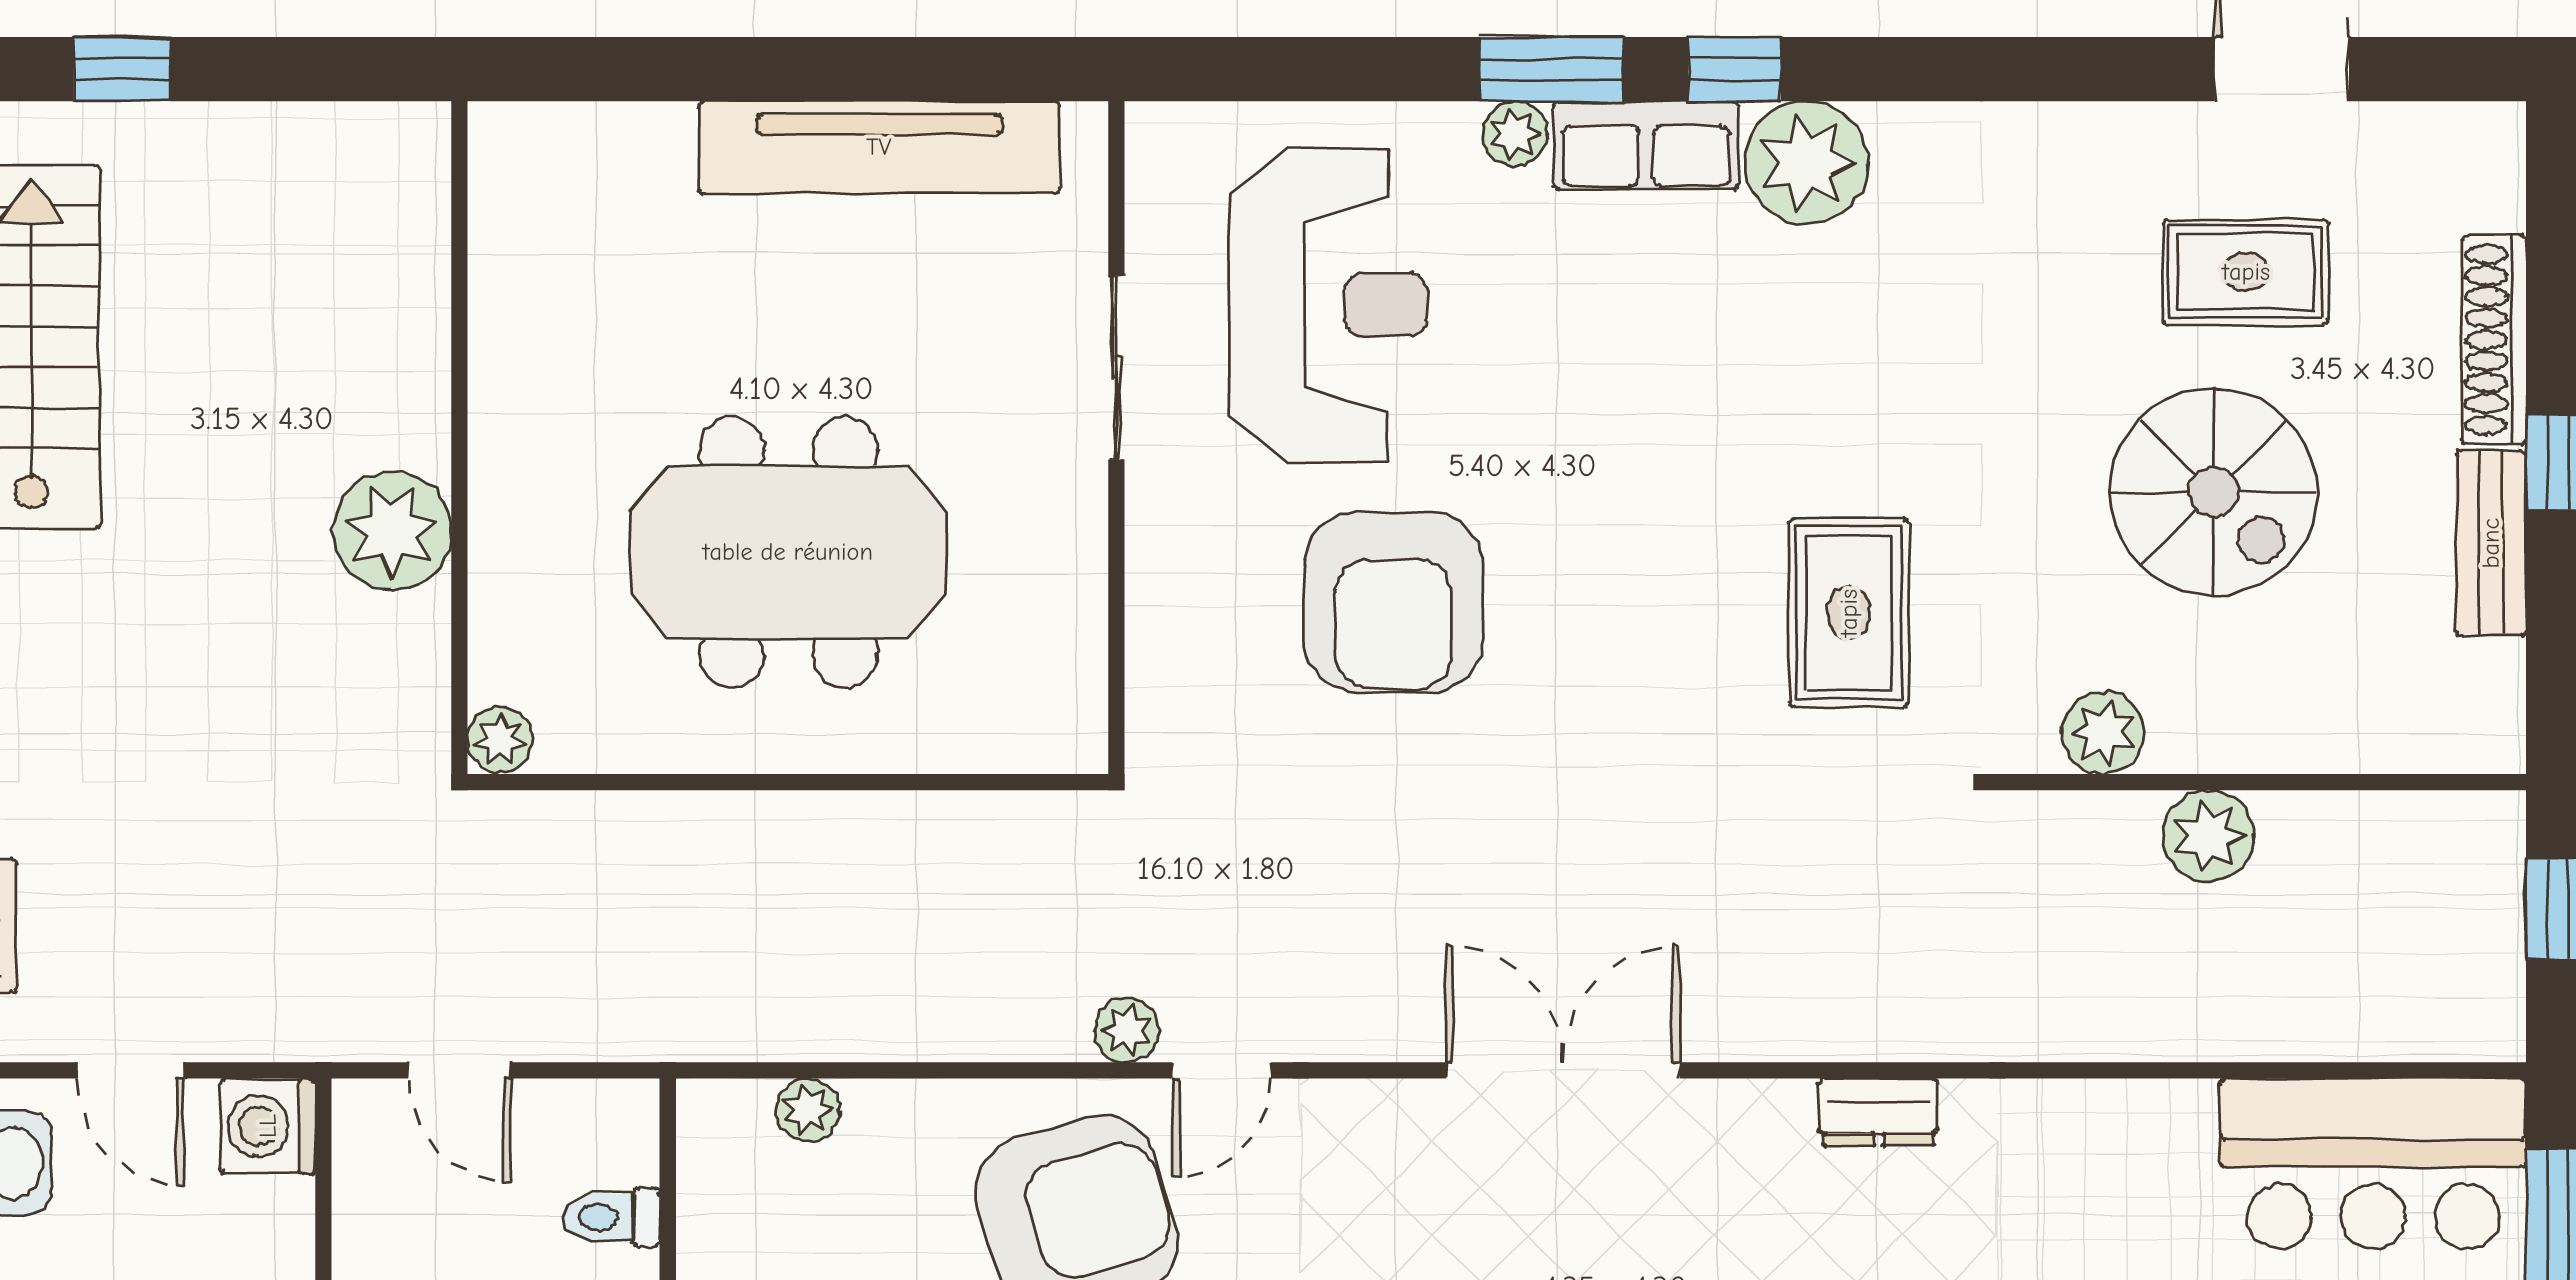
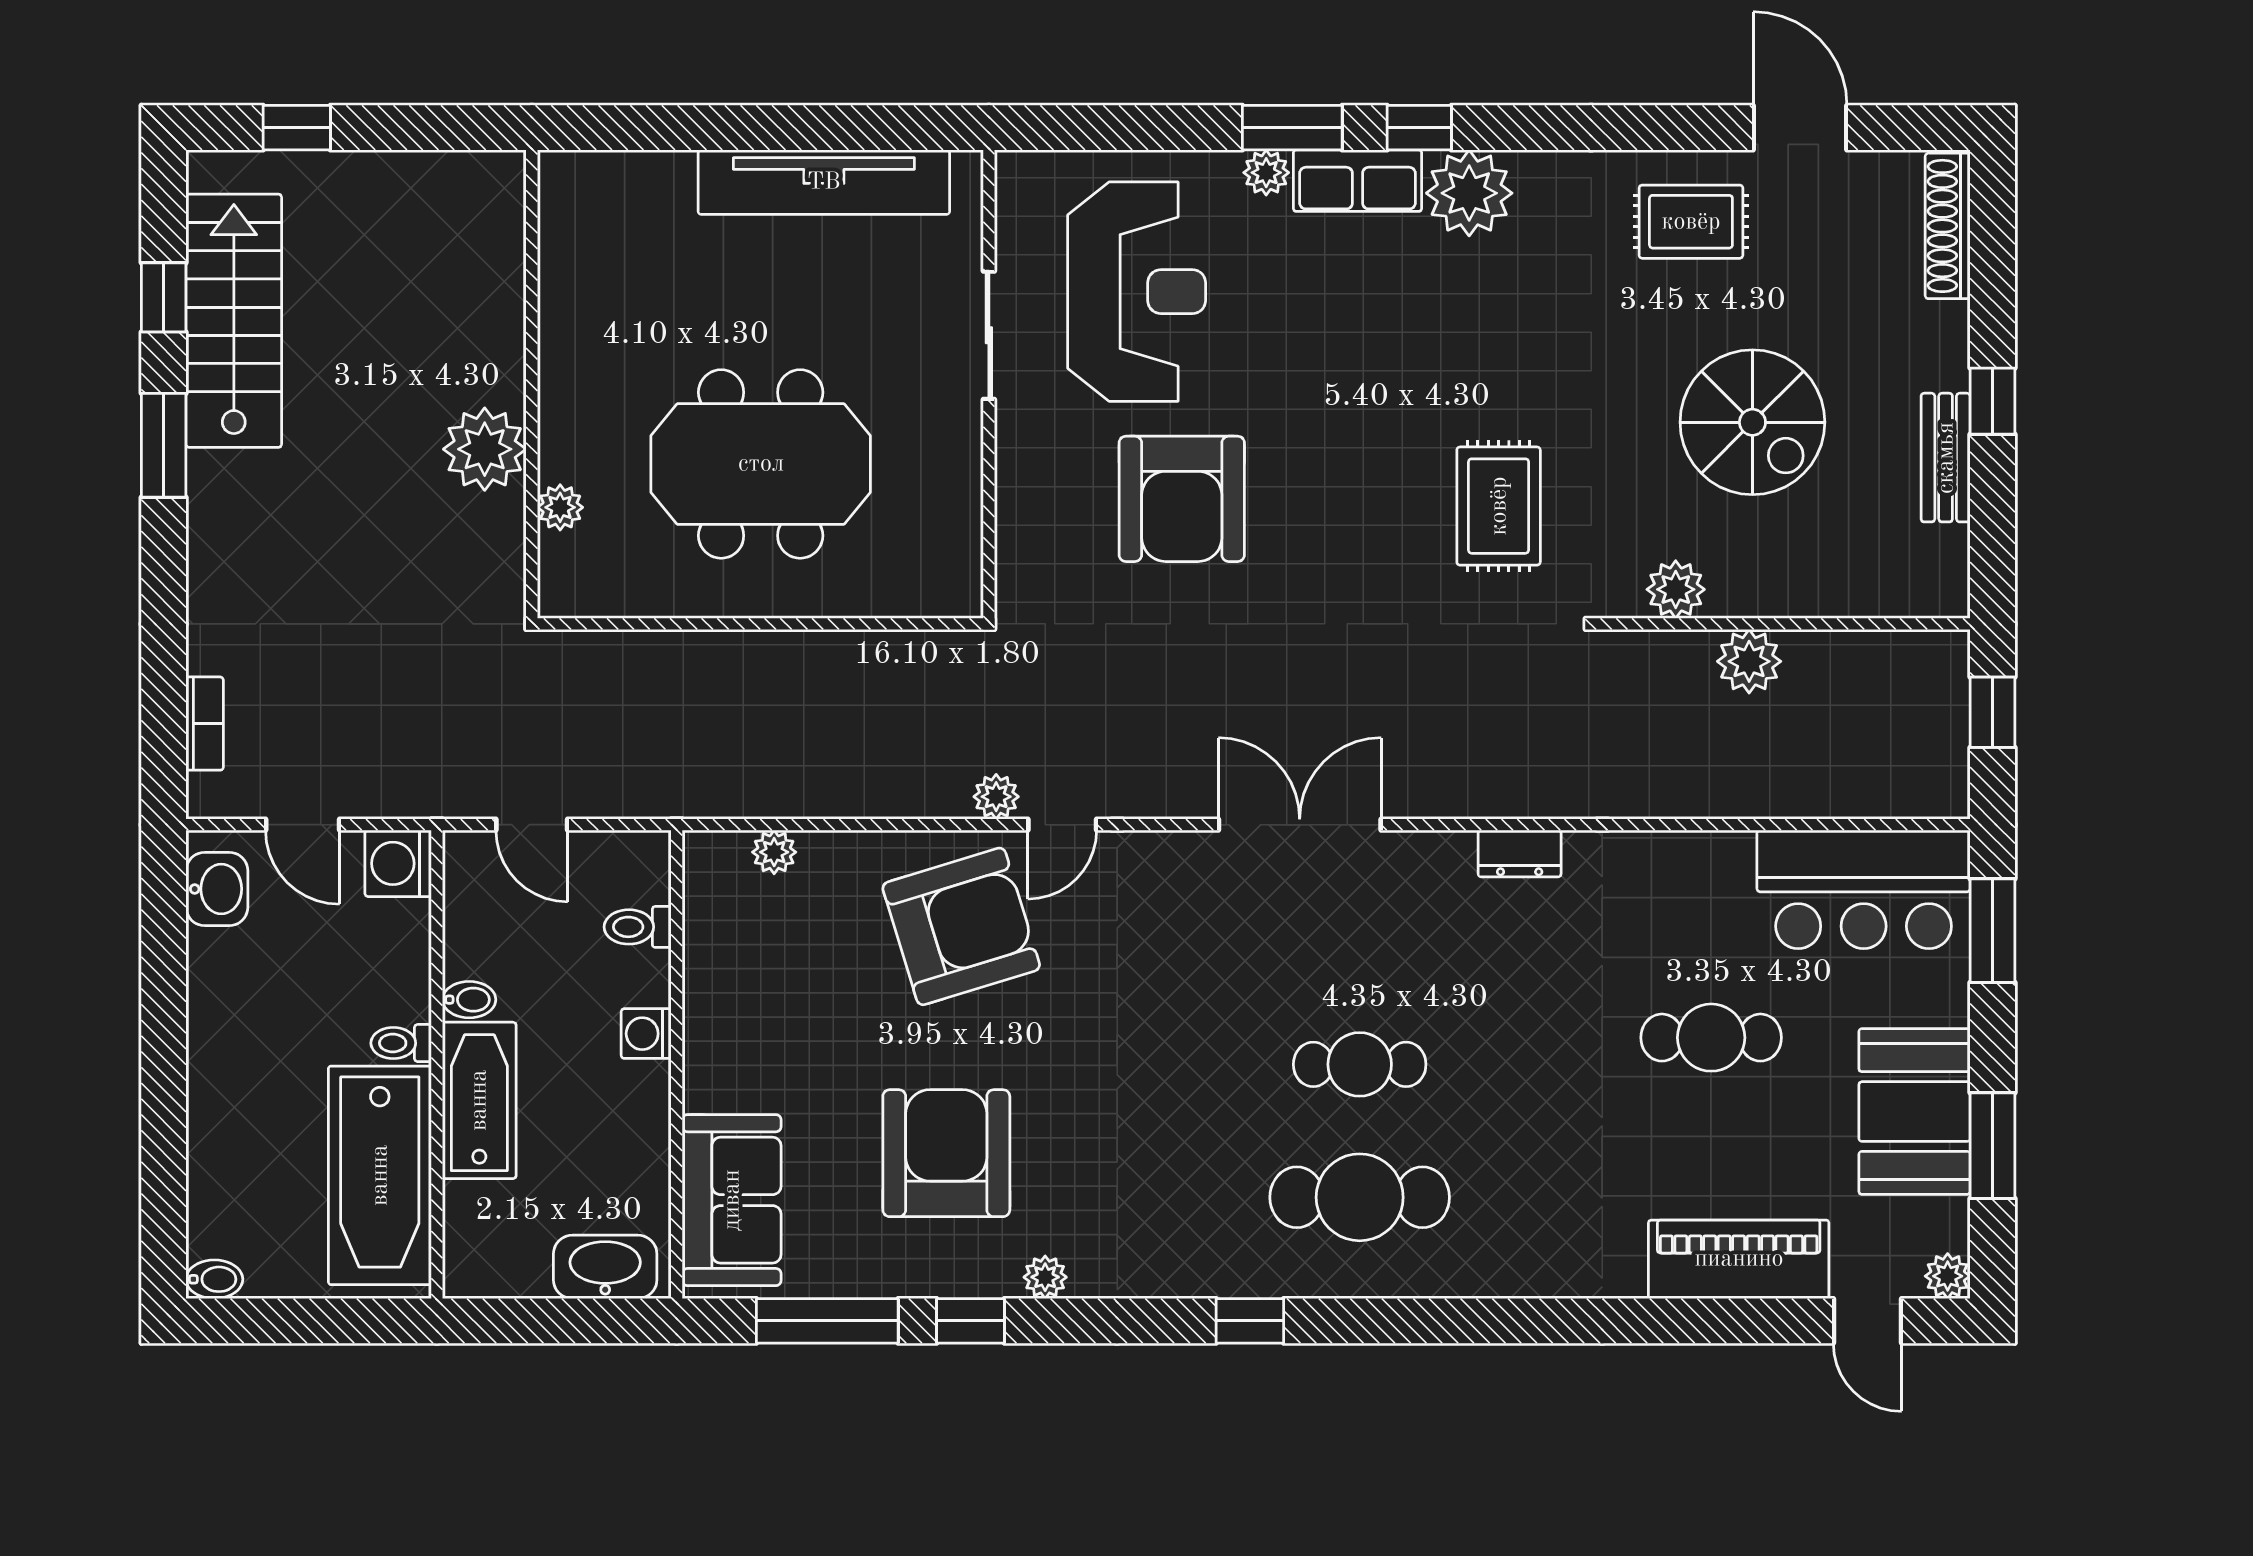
rug: (2246, 272) -> (1691, 222), moved
shoe rack: (2494, 340) -> (1948, 226), moved
plant: (500, 740) -> (560, 507), moved

